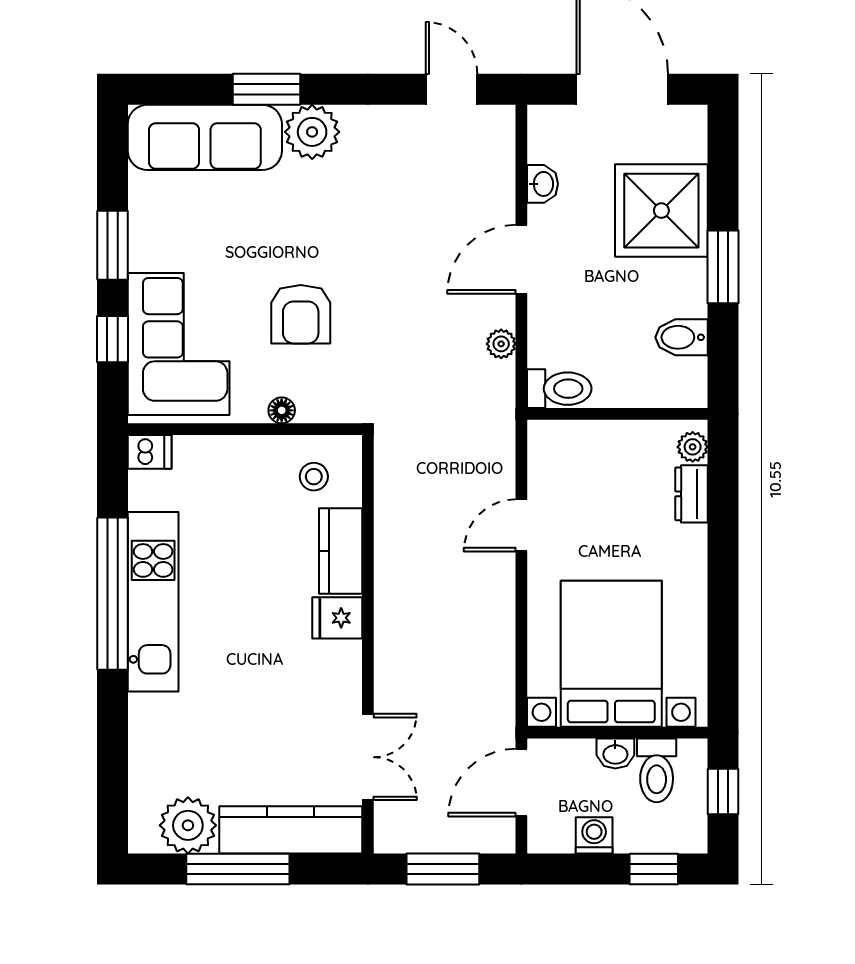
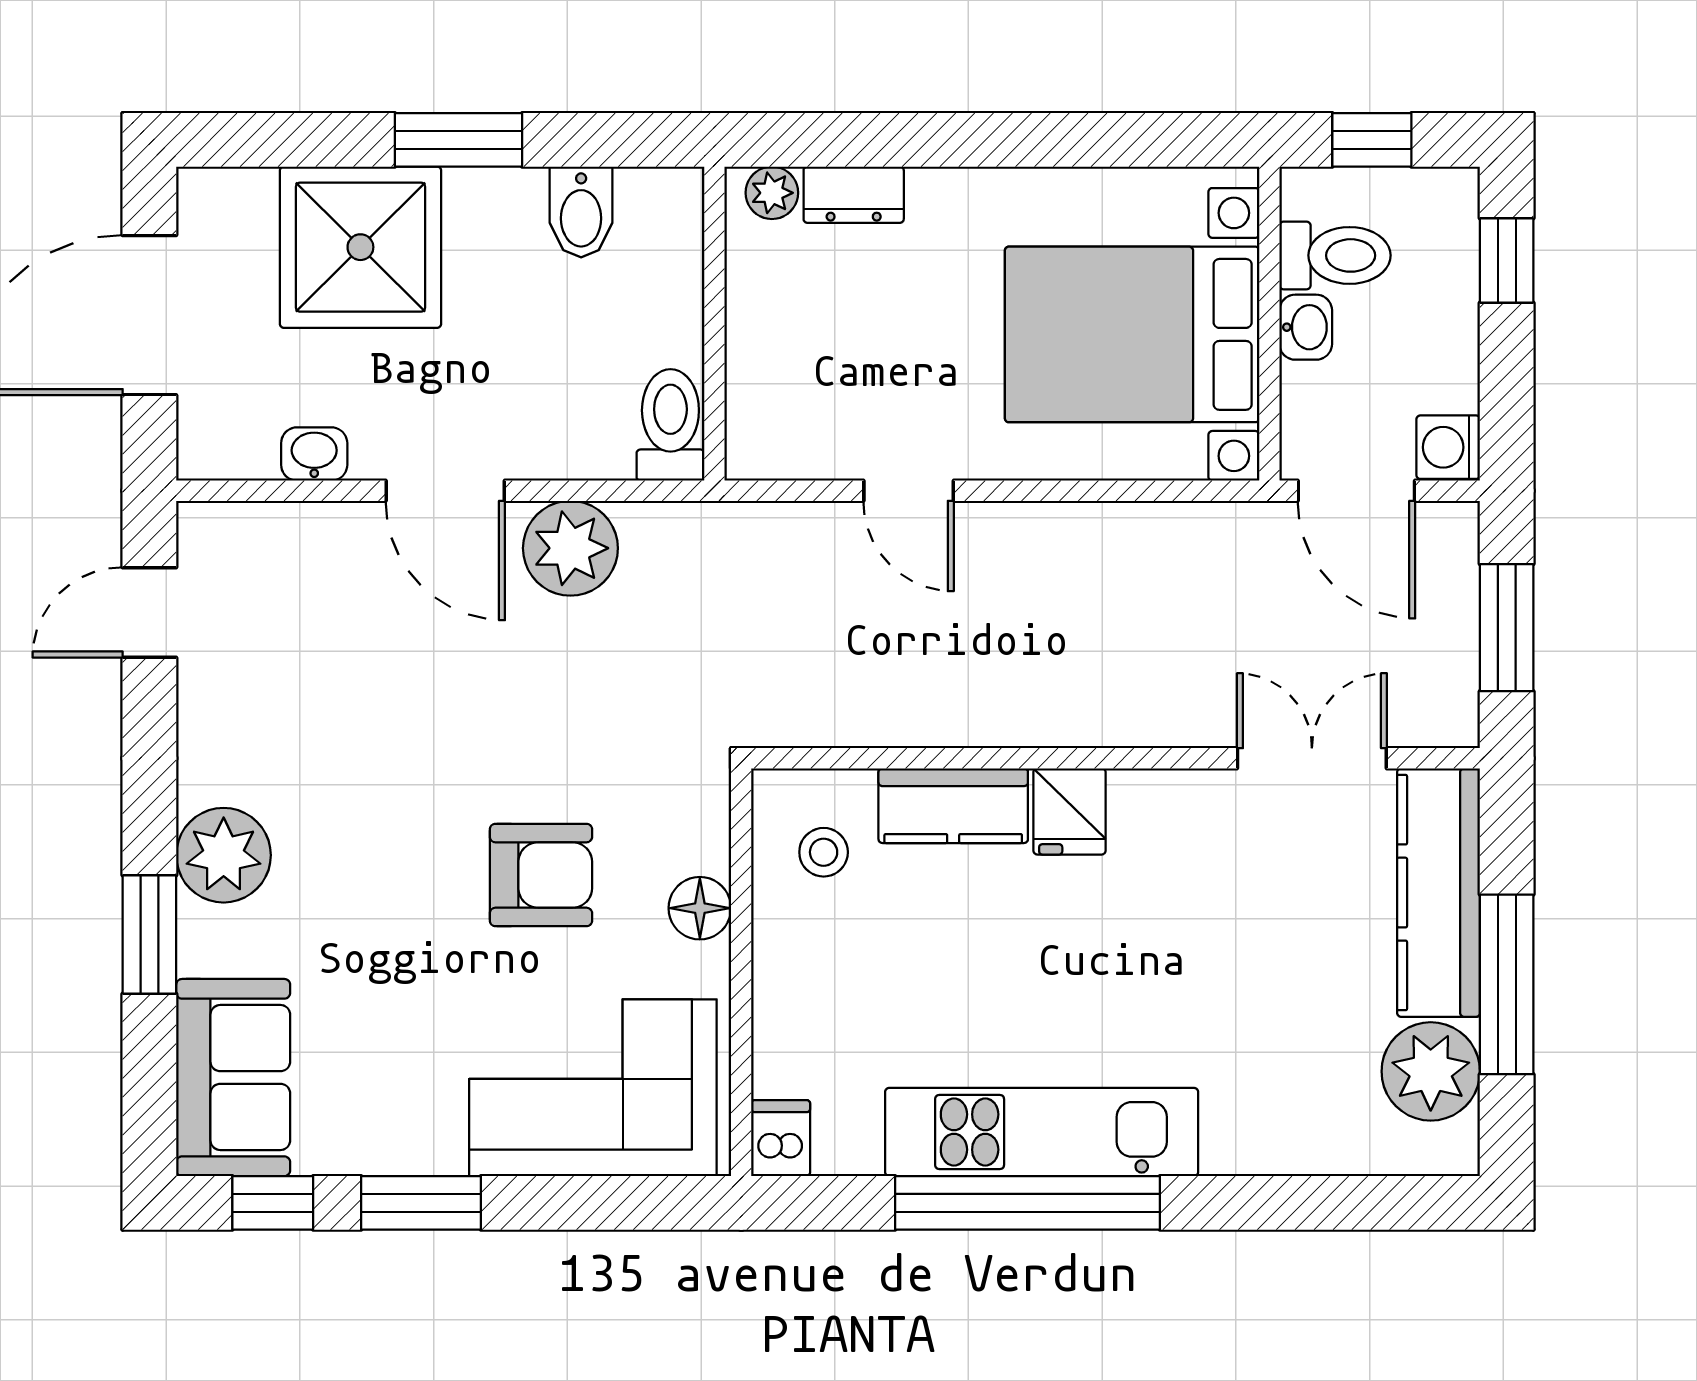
sofa: (205, 137) -> (233, 1078), width x0.73
window: (112, 339) -> (273, 1203), moved
plant: (501, 344) -> (570, 548), width x1.88, depth x1.88
floor lamp: (282, 410) -> (700, 908), width x1.37, depth x1.37
washing machine: (594, 835) -> (1448, 447), moved

